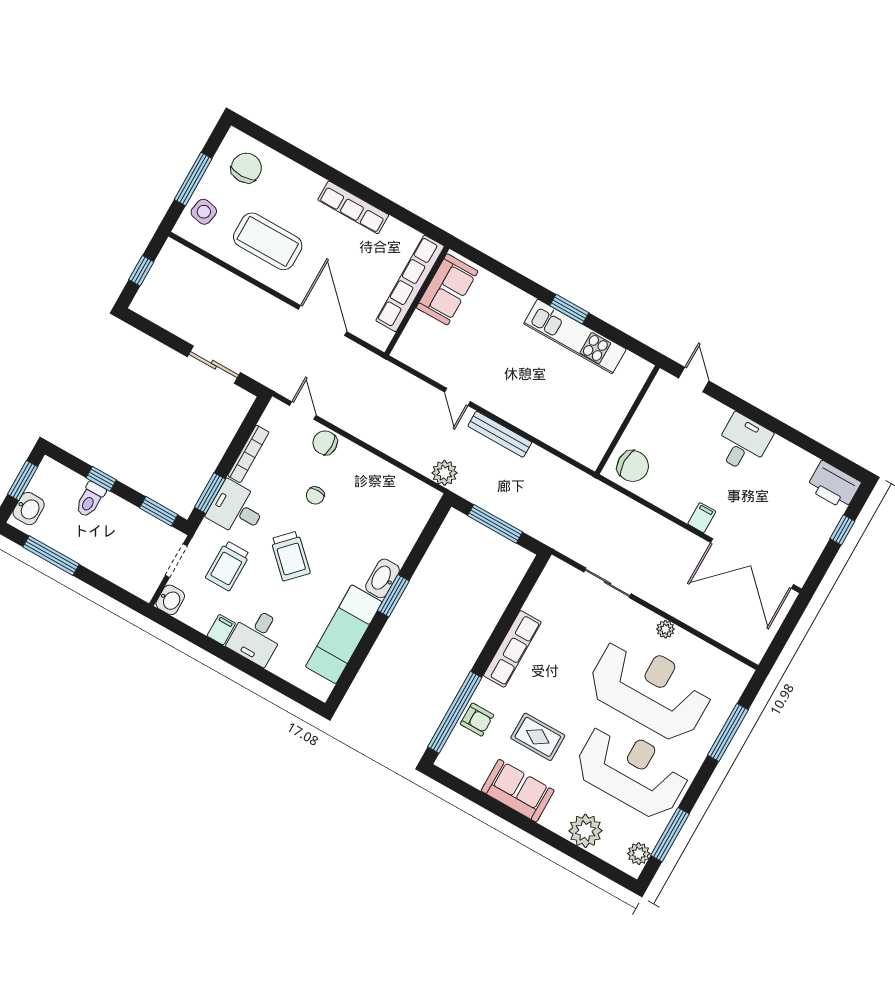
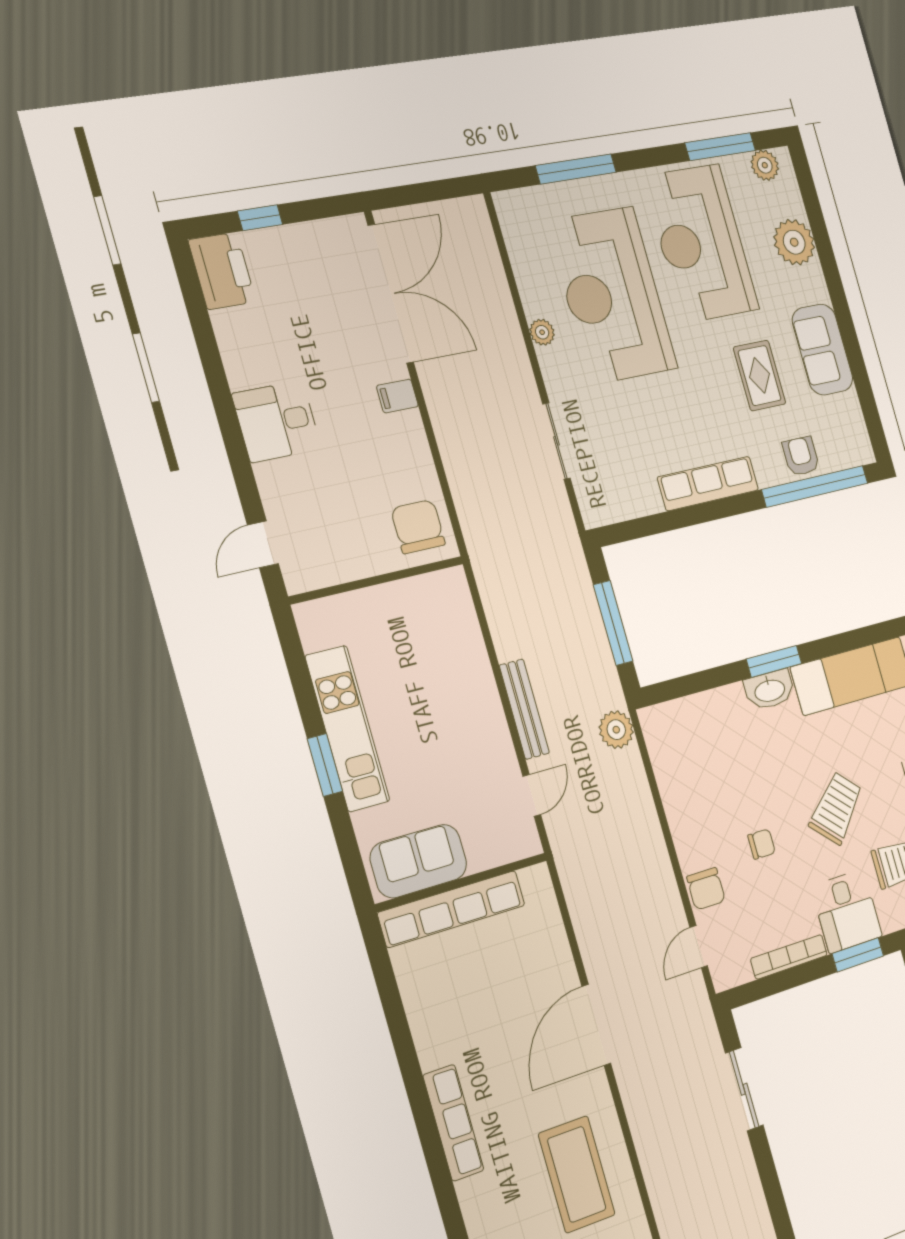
row of seats: (410, 283) -> (452, 909), moved
sofa: (447, 289) -> (419, 861), moved
wall: (417, 301) -> (462, 882), moved

